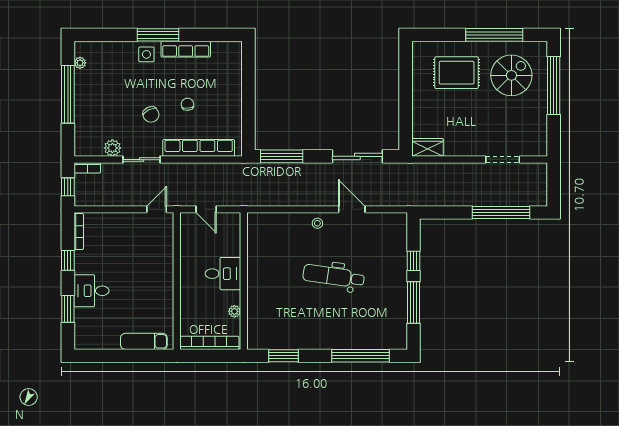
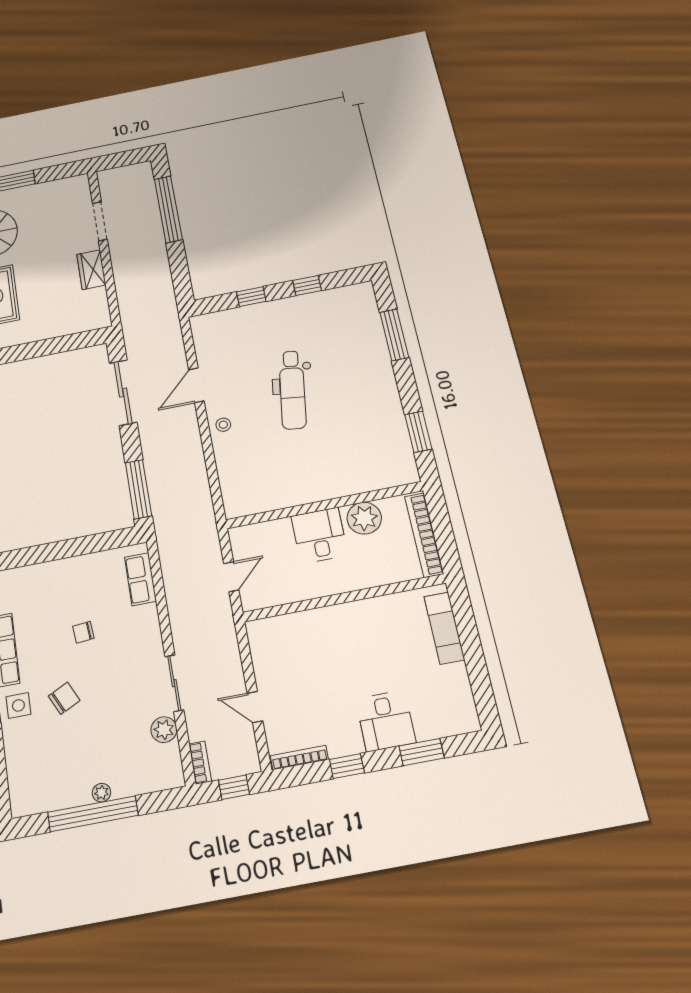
plant: (80, 63) -> (101, 793), moved
chair: (151, 114) -> (64, 698), moved
wardrobe: (427, 147) -> (91, 270), moved
row of seats: (199, 148) -> (140, 579), width x0.50
door: (157, 209) -> (255, 707), moved
window: (414, 303) -> (307, 285), width x0.46
plant: (234, 311) -> (364, 518), width x1.88, depth x1.88
window: (360, 356) -> (394, 335), width x0.68

